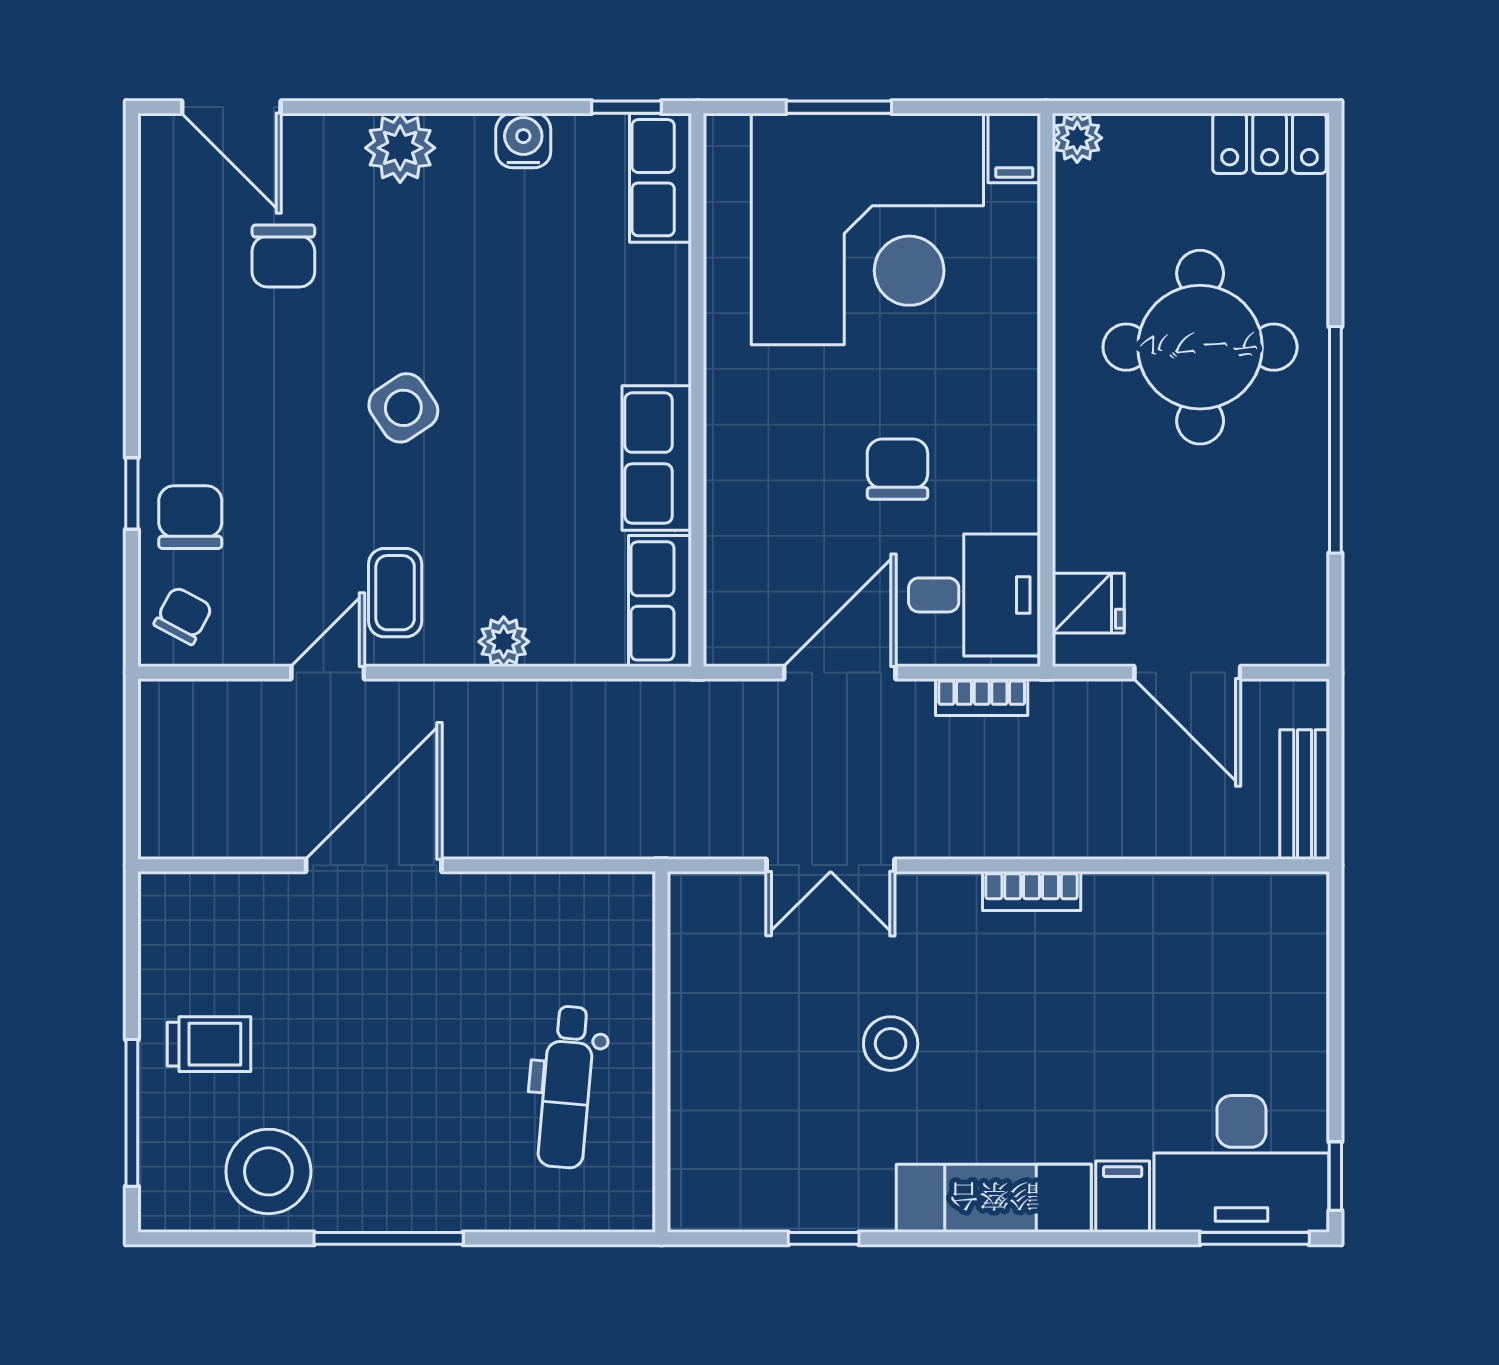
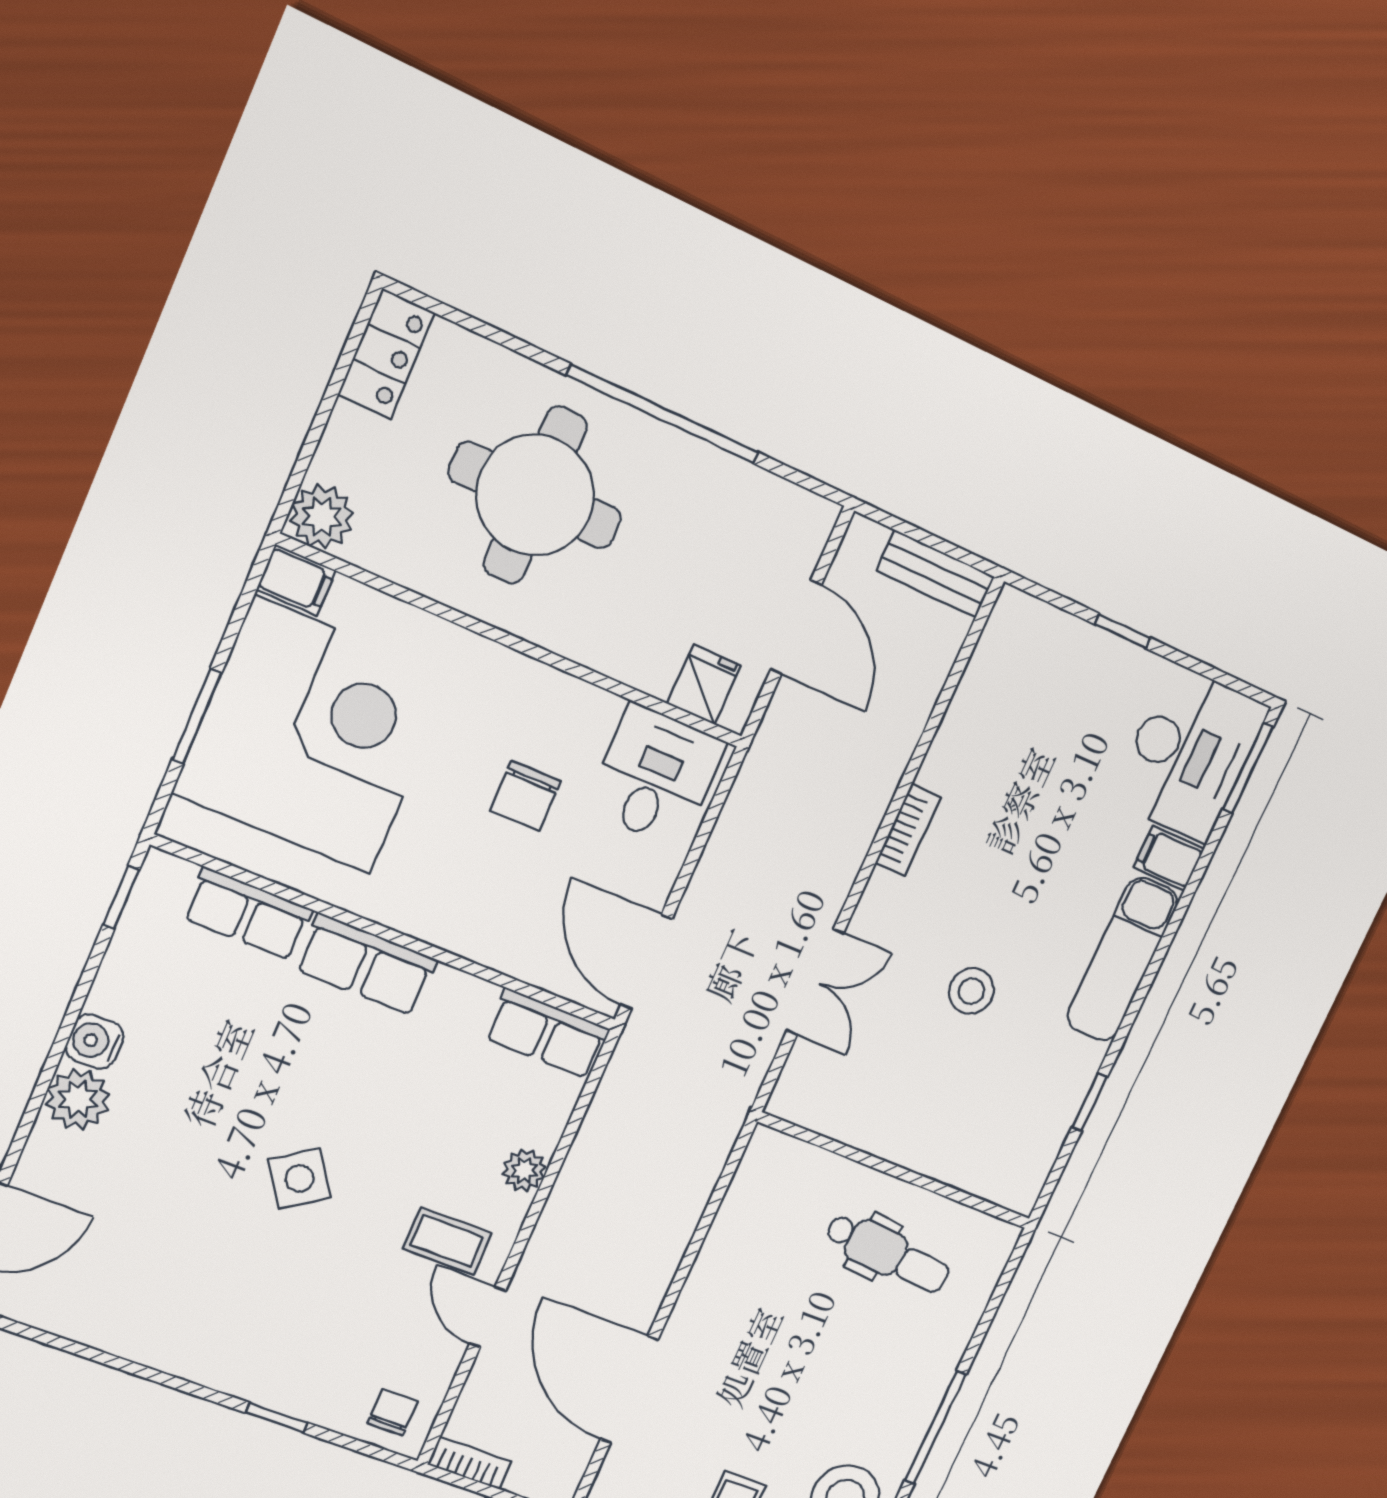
plant: (1077, 138) -> (322, 517), width x1.38, depth x1.38
water cooler: (523, 140) -> (95, 1042), moved
row of seats: (661, 178) -> (248, 914), moved
chair: (283, 256) -> (131, 1228), removed
row of seats: (657, 458) -> (366, 965), moved
chair: (897, 469) -> (525, 796), turned -90
chair: (190, 517) -> (316, 1379), removed
chair: (183, 616) -> (392, 1412), turned 62
door: (840, 673) -> (646, 962), moved
door: (1187, 673) -> (796, 627), hinge flipped
bookcase: (982, 697) -> (470, 1463), moved, turned -90
door: (374, 865) -> (629, 1389), moved
window: (1335, 1176) -> (1122, 631), moved

